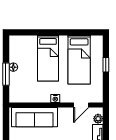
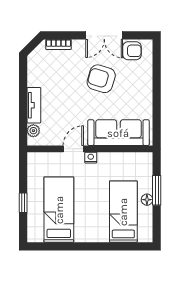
bed: (48, 58) -> (123, 212), moved
door: (81, 105) -> (73, 149), moved

